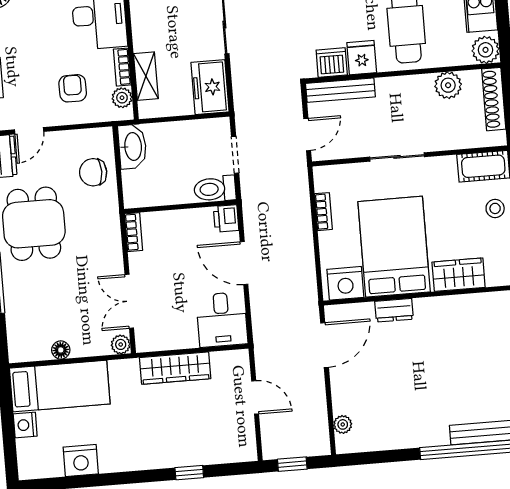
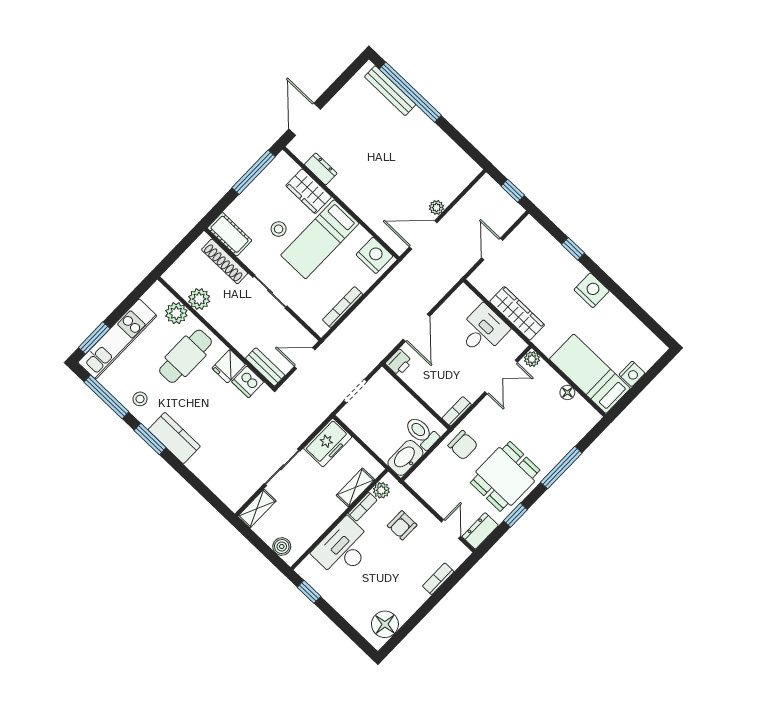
plant: (486, 50) -> (176, 313), moved
bench: (340, 90) -> (265, 367), width x0.73
shoe rack: (494, 99) -> (225, 261), moved, turned 90
door: (29, 131) -> (451, 529), hinge flipped
chair: (93, 172) -> (463, 445), moved
toilet: (215, 189) -> (422, 433), moved, turned 180
stool: (495, 208) -> (279, 229), moved
bookcase: (323, 212) -> (343, 307), width x1.56
bed: (394, 247) -> (320, 239), width x0.67
dresser: (394, 310) -> (321, 169), moved
desk: (222, 320) -> (483, 330), moved
plant: (343, 424) -> (437, 207), moved
nightstand: (81, 460) -> (592, 290), moved

